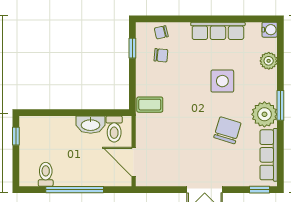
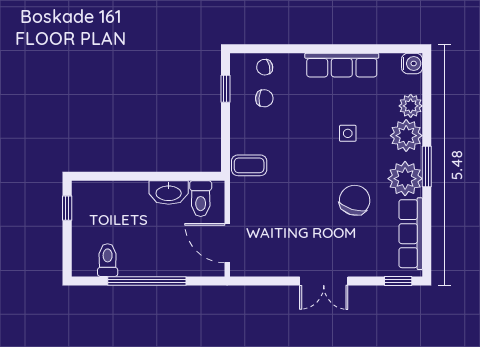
side table: (222, 81) -> (348, 133), width x0.54, depth x0.54
plant: (265, 83) -> (406, 136), added

